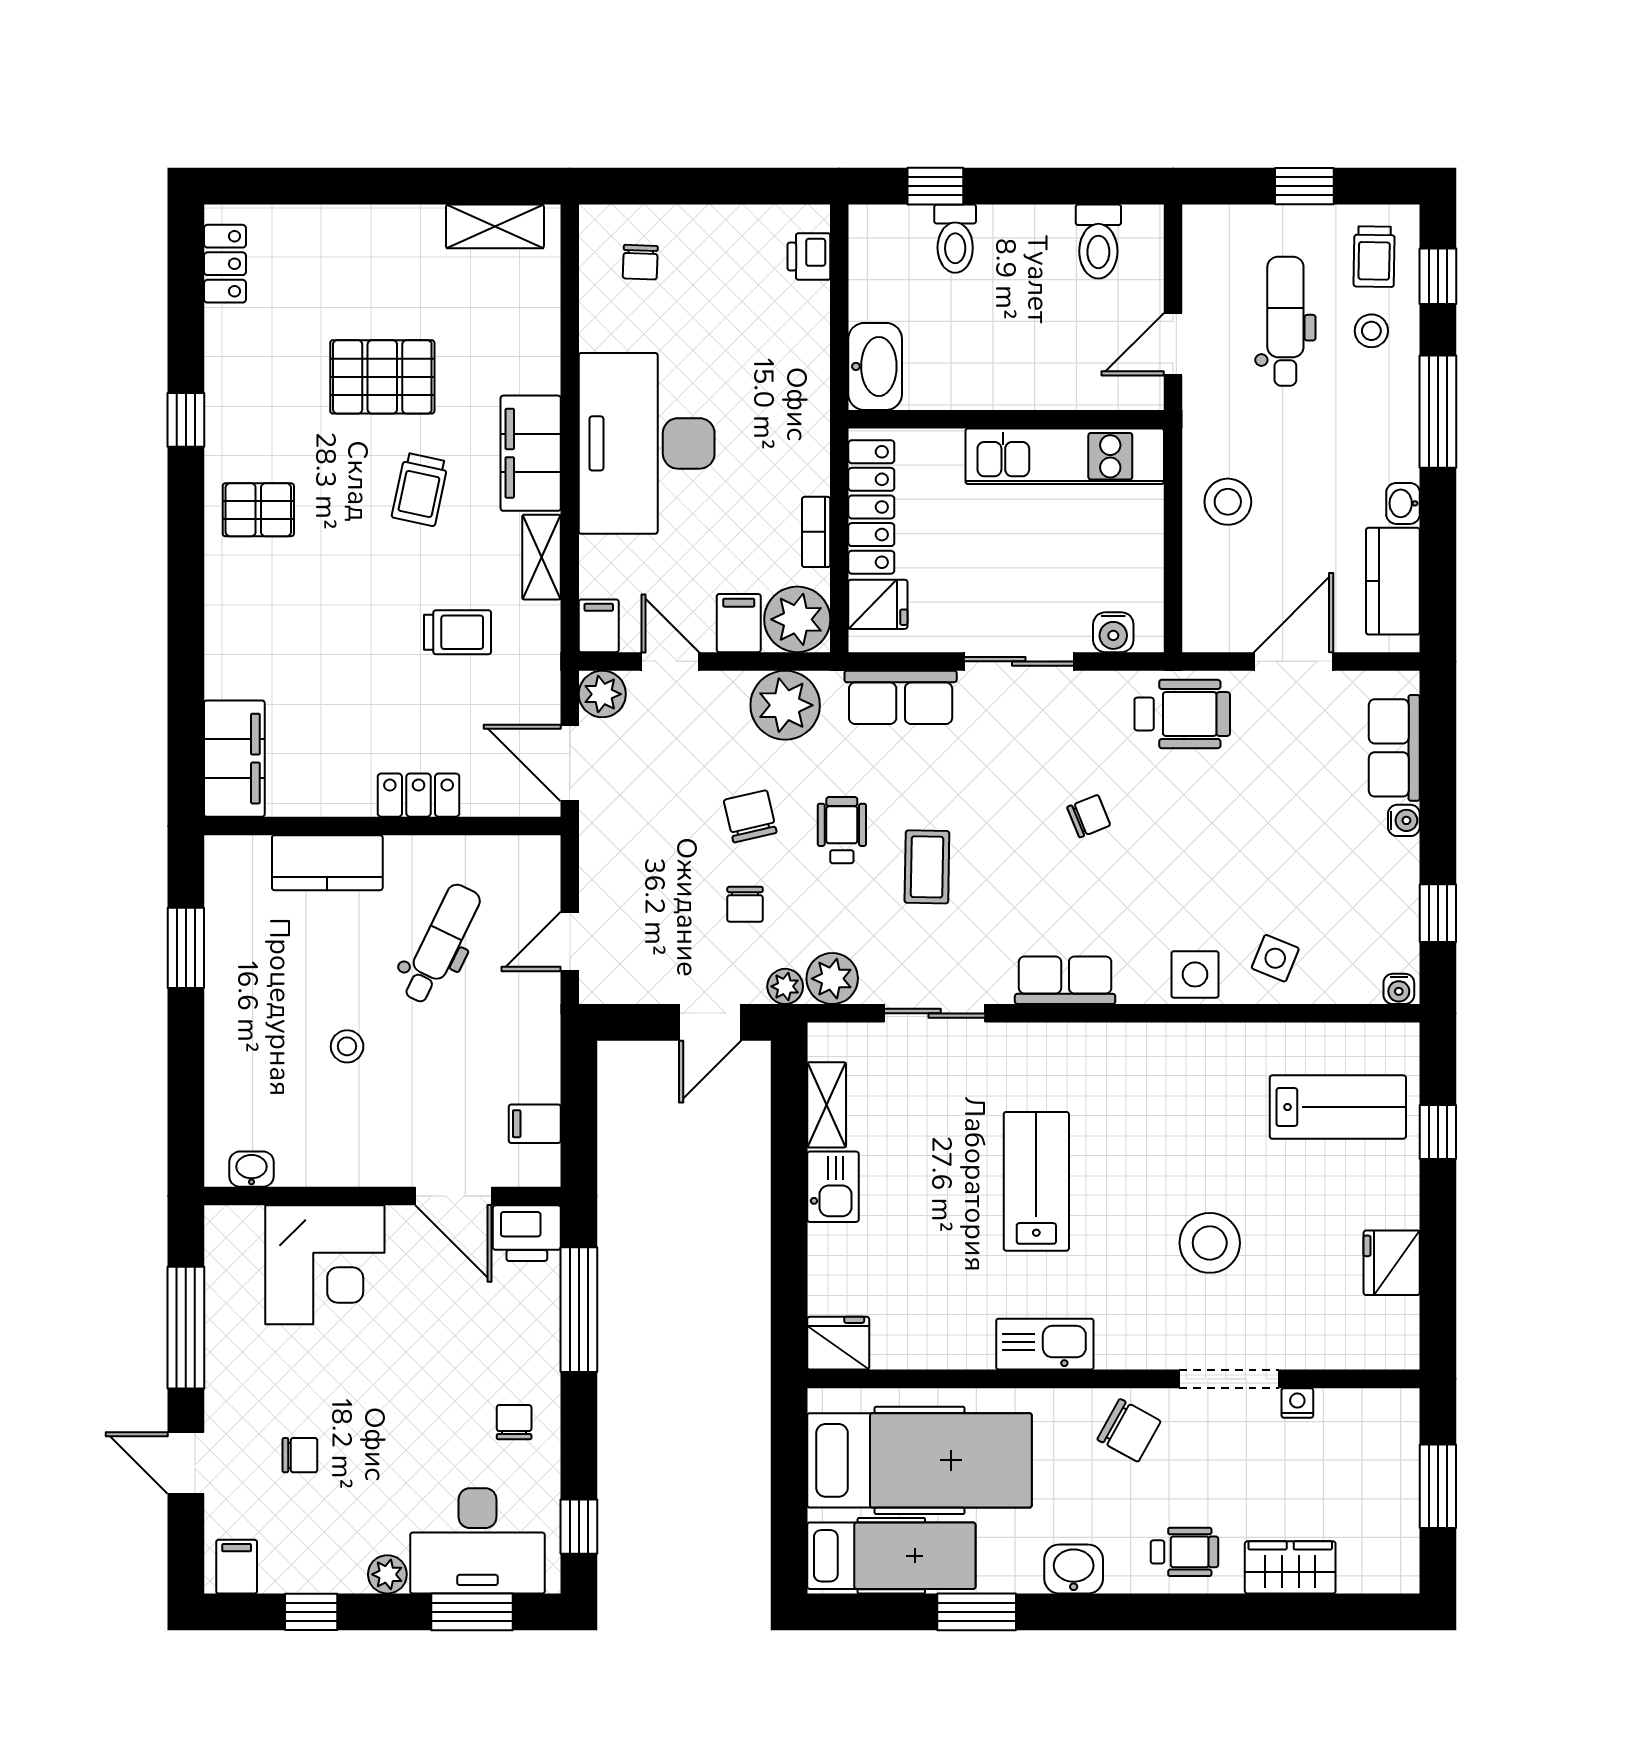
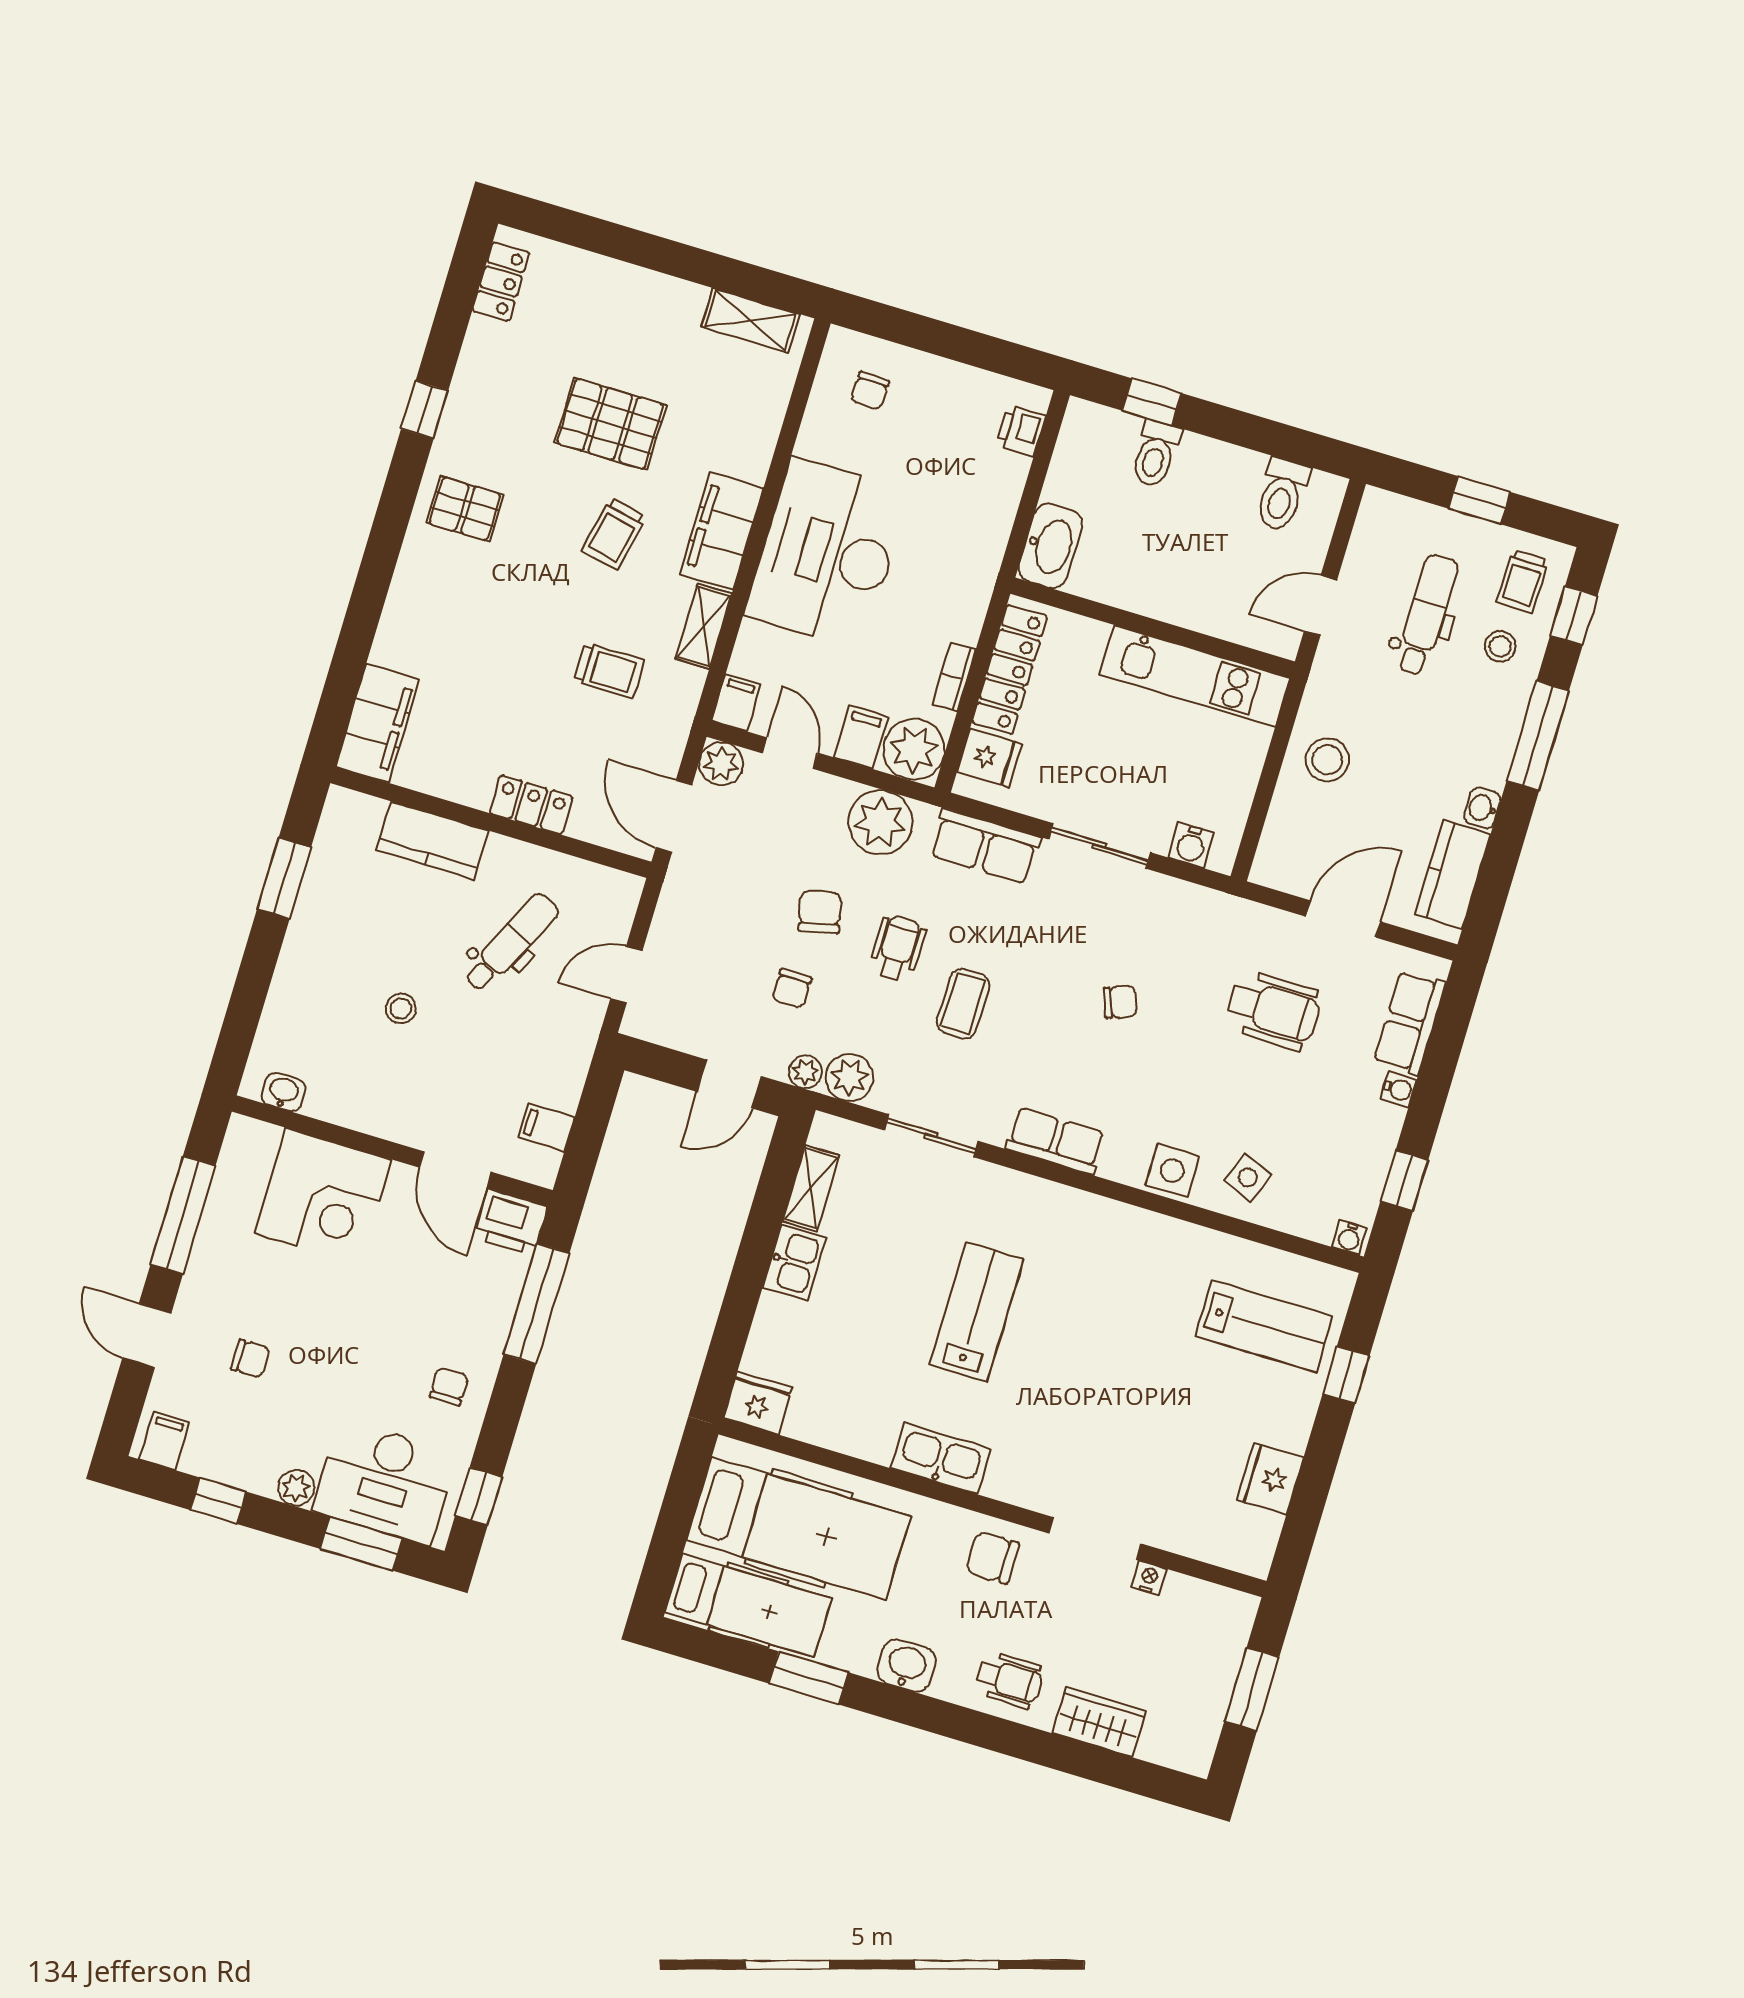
wheelchair: (1182, 714) -> (1273, 1010), moved
stool: (1210, 1243) -> (1114, 1413), removed
chair: (1129, 1430) -> (992, 1557), turned 151

